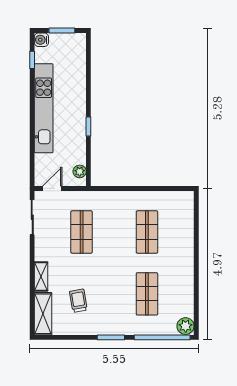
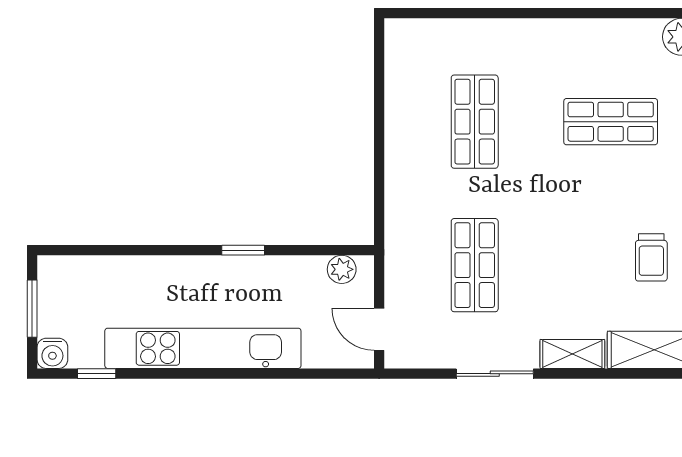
sliding door: (32, 217) -> (495, 374), moved
shop shelf: (82, 232) -> (475, 265), turned 90
shop shelf: (147, 232) -> (475, 122), turned 90
trolley: (78, 301) -> (651, 257), moved, turned -80

